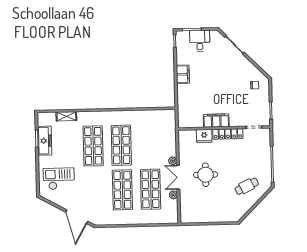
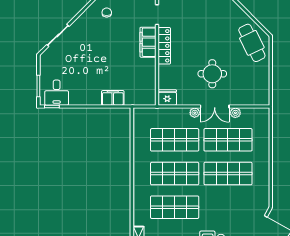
desk: (200, 41) -> (57, 93), moved, turned -90
filing cabinet: (183, 74) -> (113, 98), moved
filing cabinet: (216, 121) -> (148, 42), moved
fridge: (204, 136) -> (167, 97), moved, turned -90
shop shelf: (149, 145) -> (175, 140), added
cafe table: (247, 186) -> (252, 43), moved, width x1.37, depth x1.35

